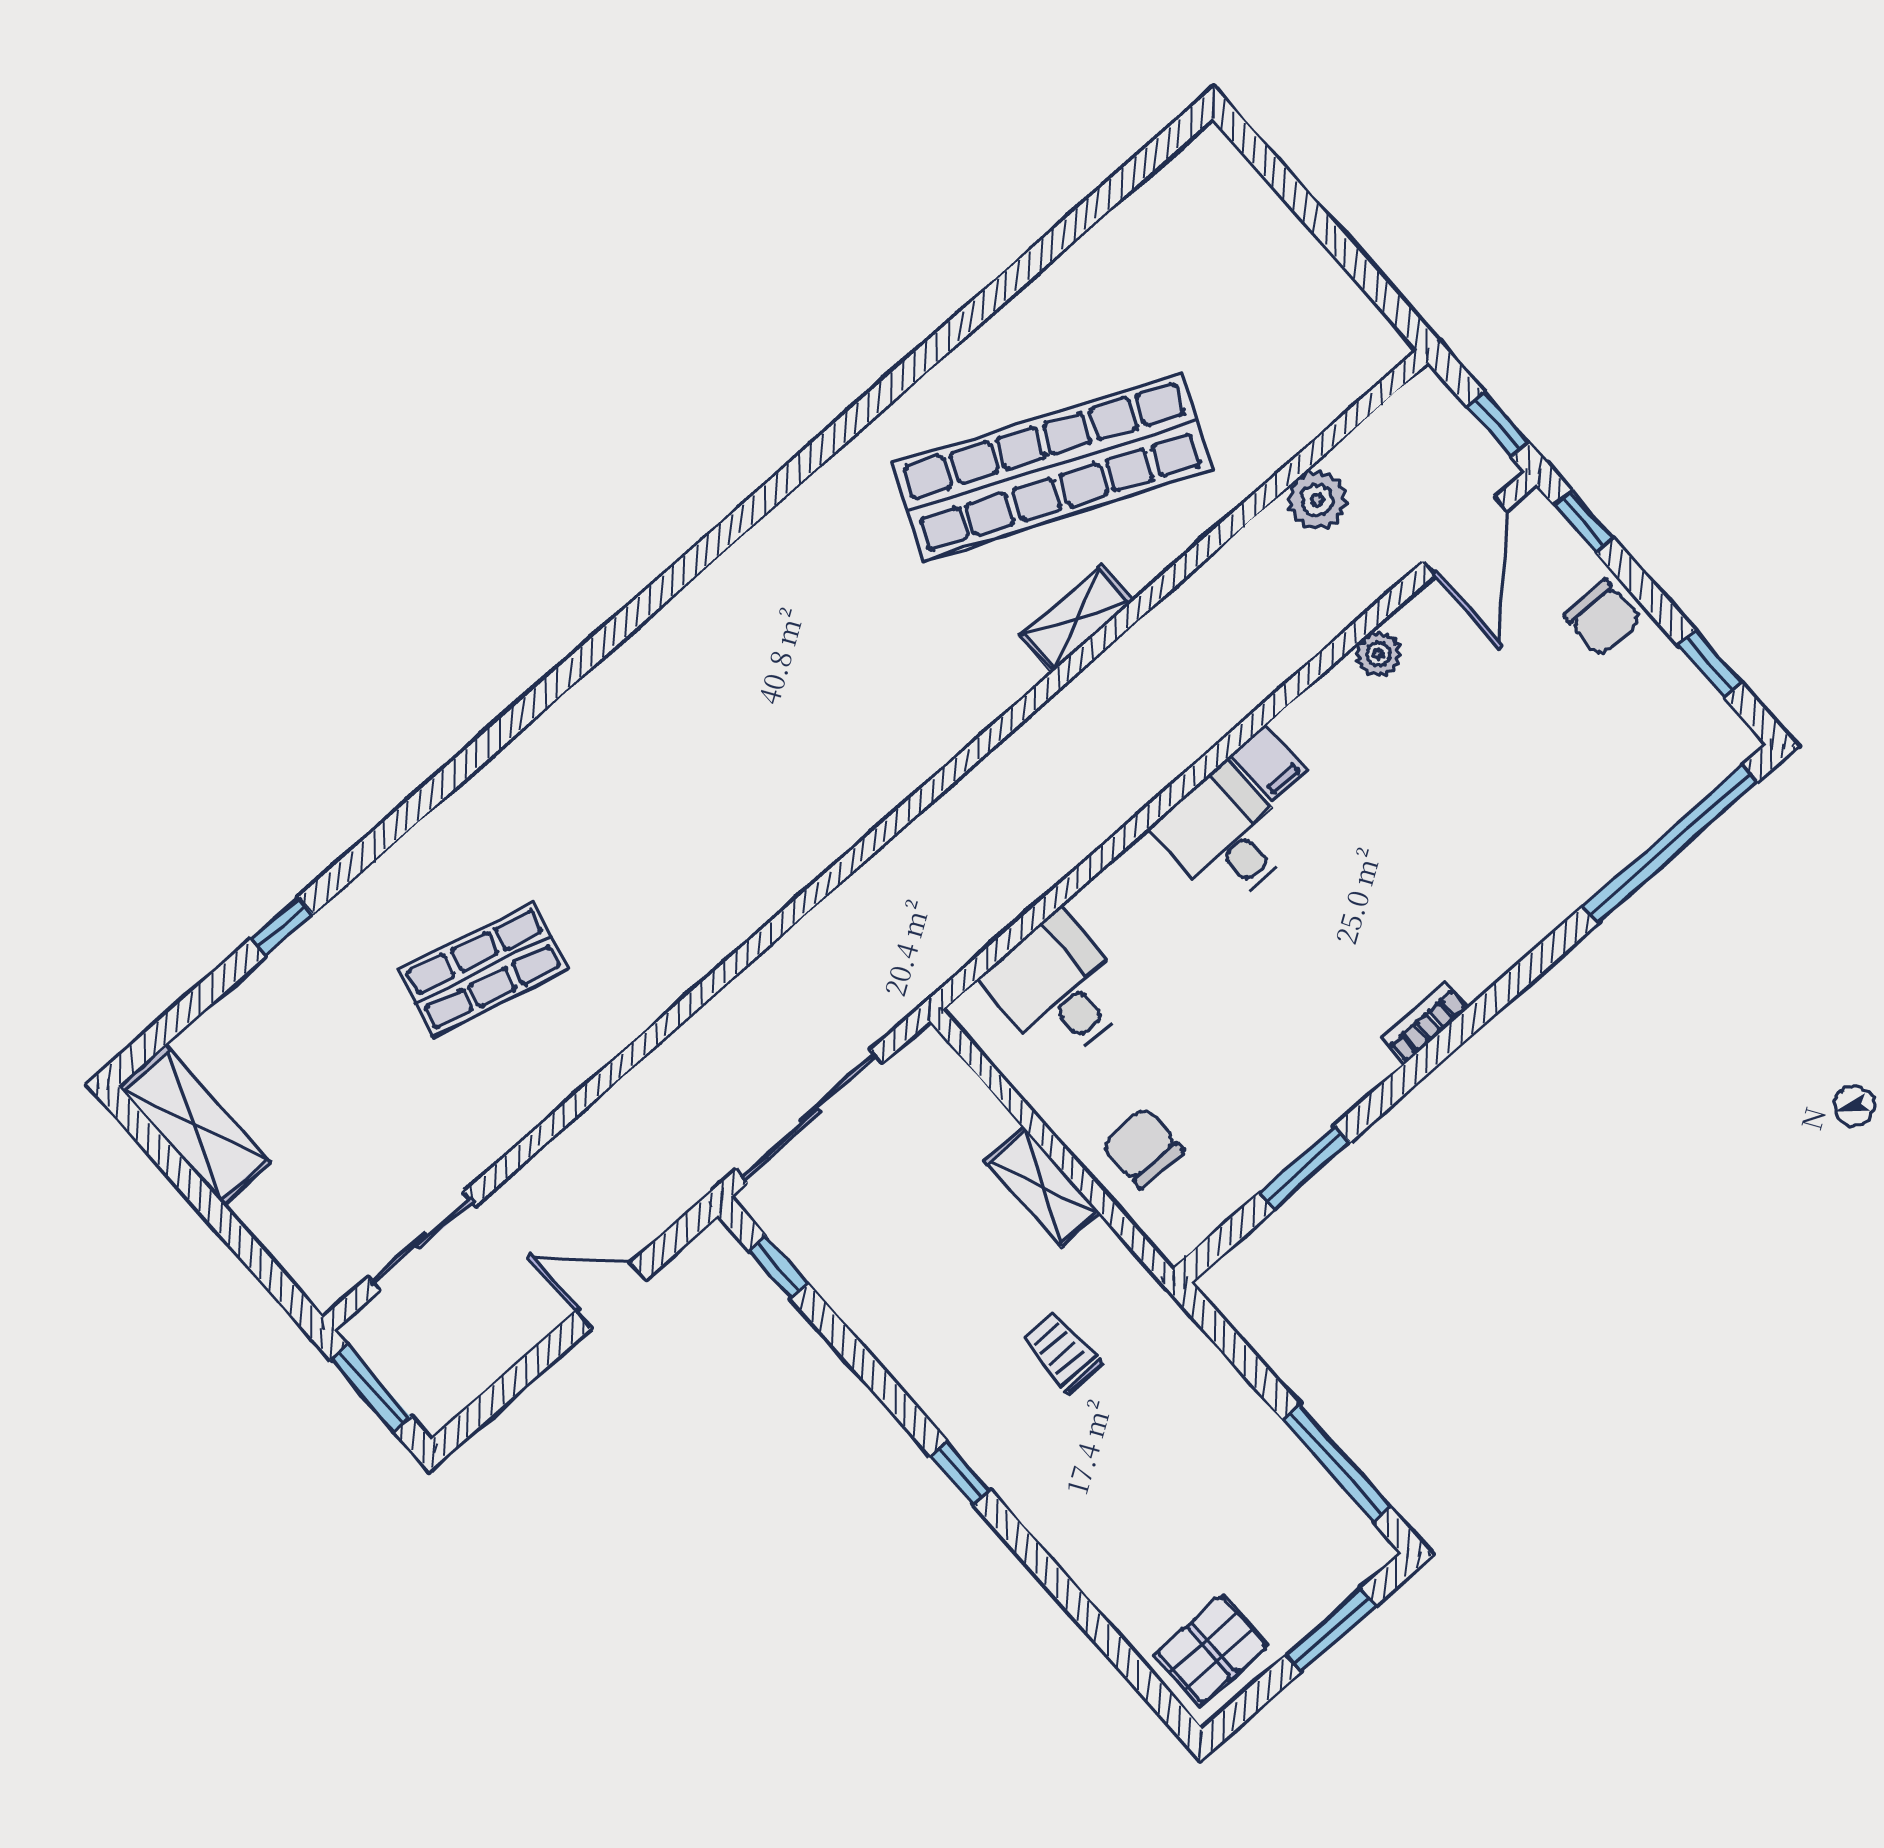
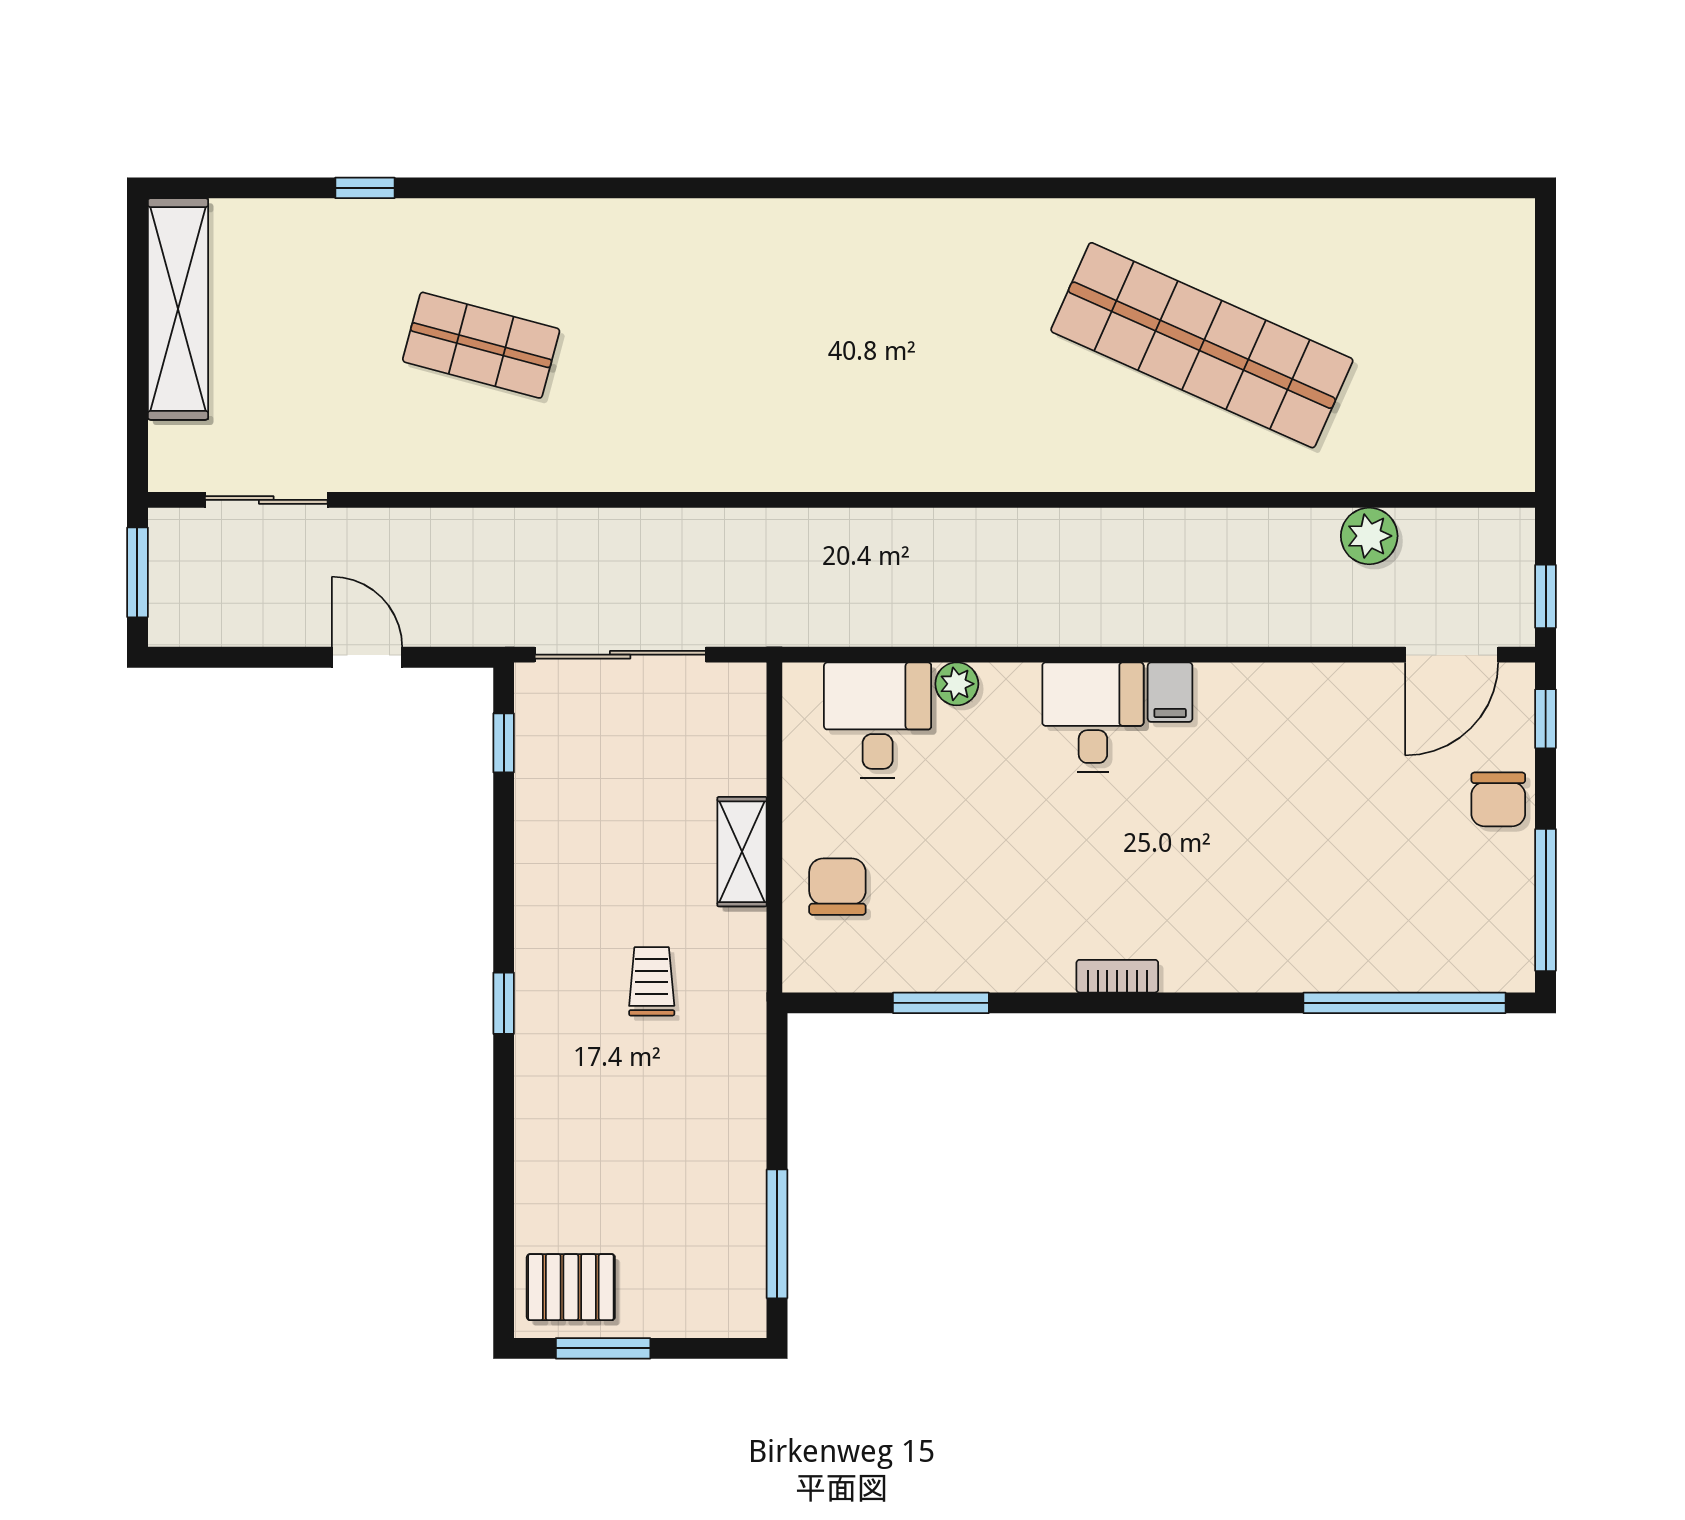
shelving: (1077, 618) -> (1124, 469), removed
plant: (1378, 654) -> (957, 684), moved
window: (1710, 664) -> (1546, 900), width x2.17
shelving: (194, 1125) -> (178, 309), width x1.47
window: (1331, 1630) -> (603, 1348), moved

